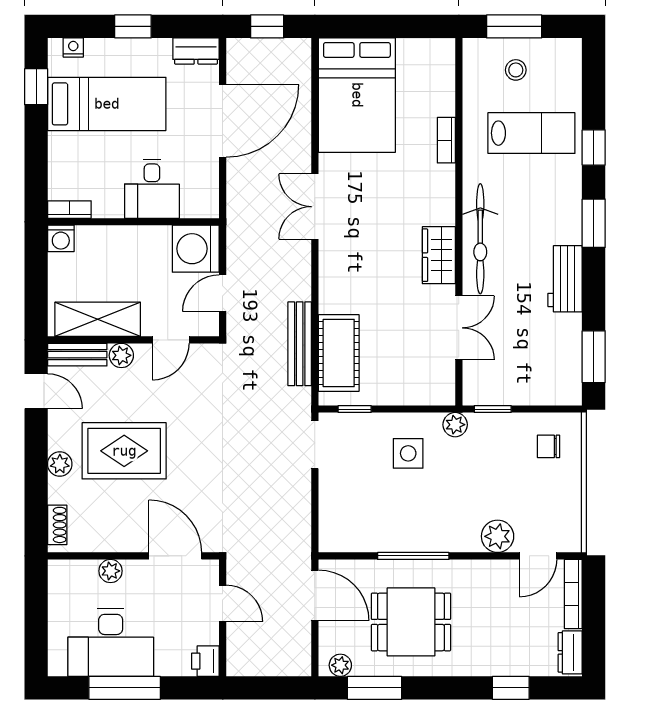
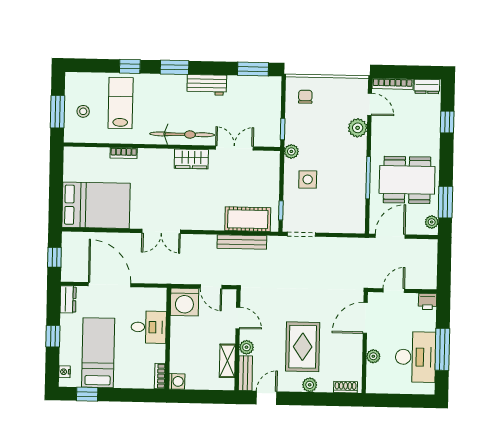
shelving: (98, 319) -> (227, 361), width x0.67, depth x0.75
chair: (549, 446) -> (305, 97), turned 180
dining table: (411, 622) -> (407, 180), width x1.38

